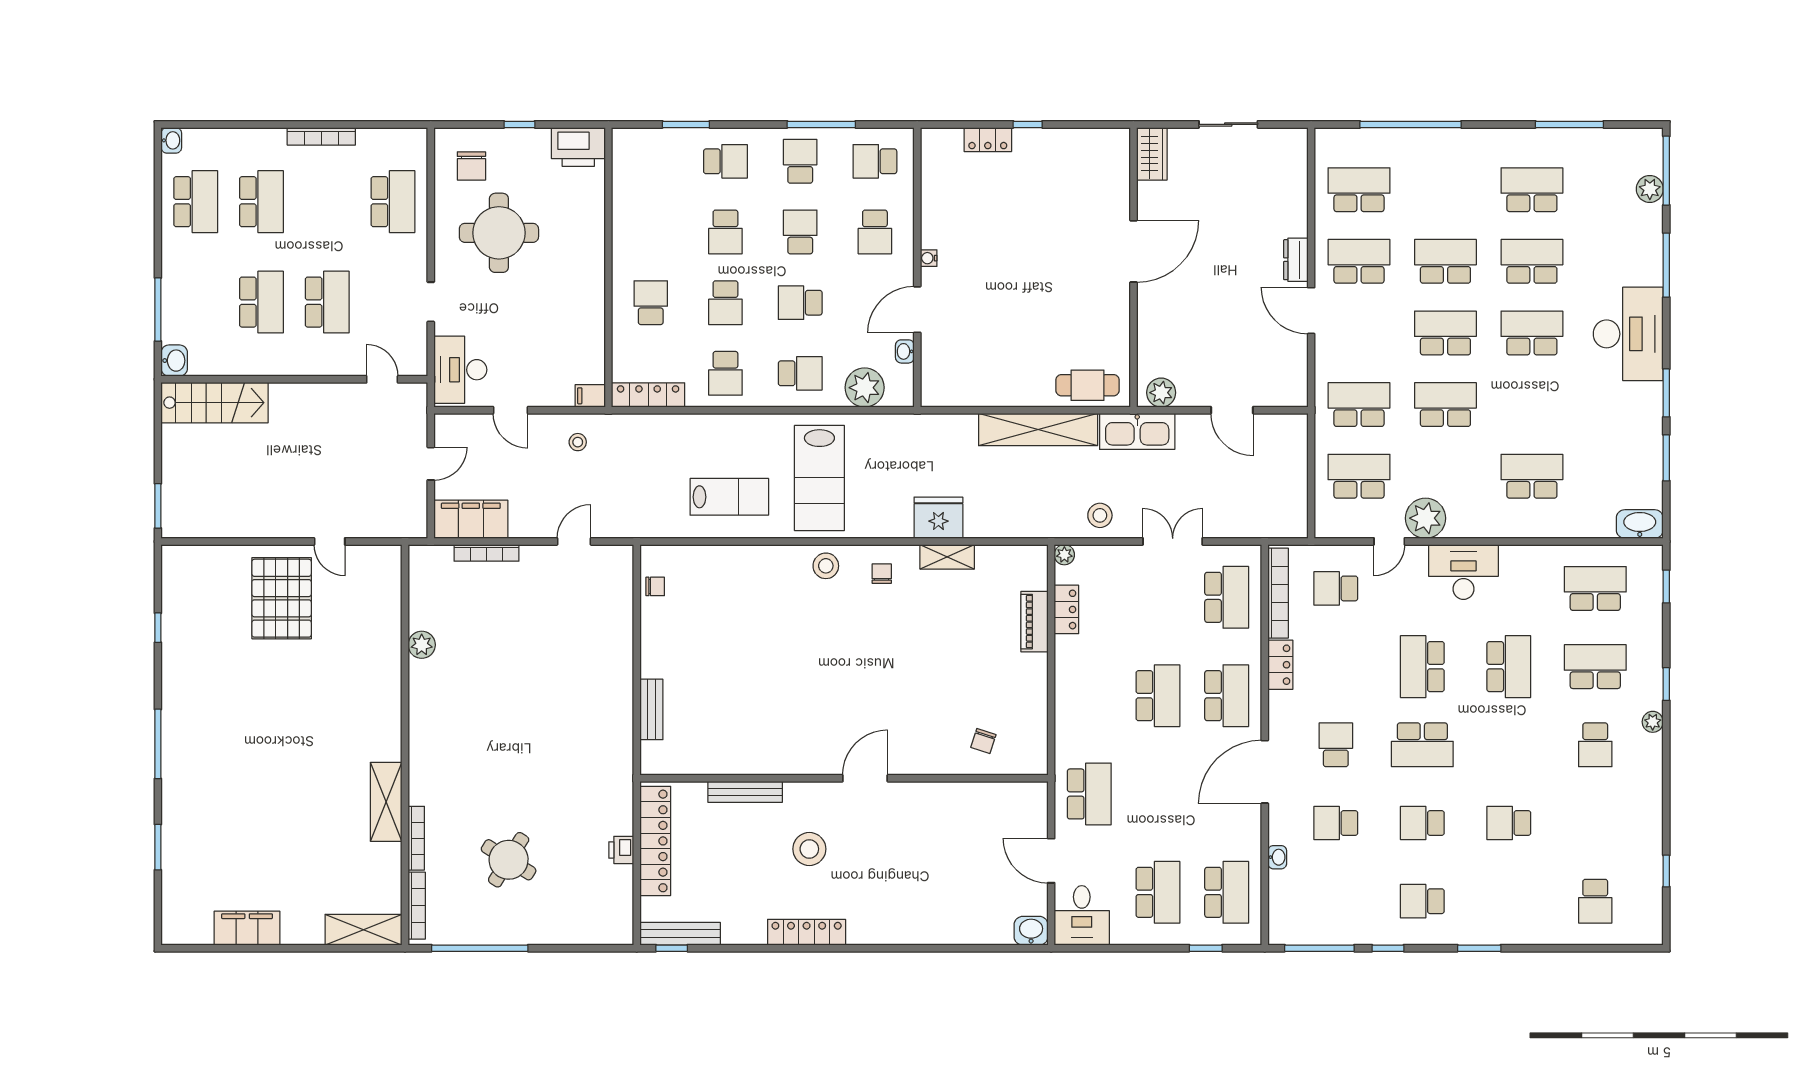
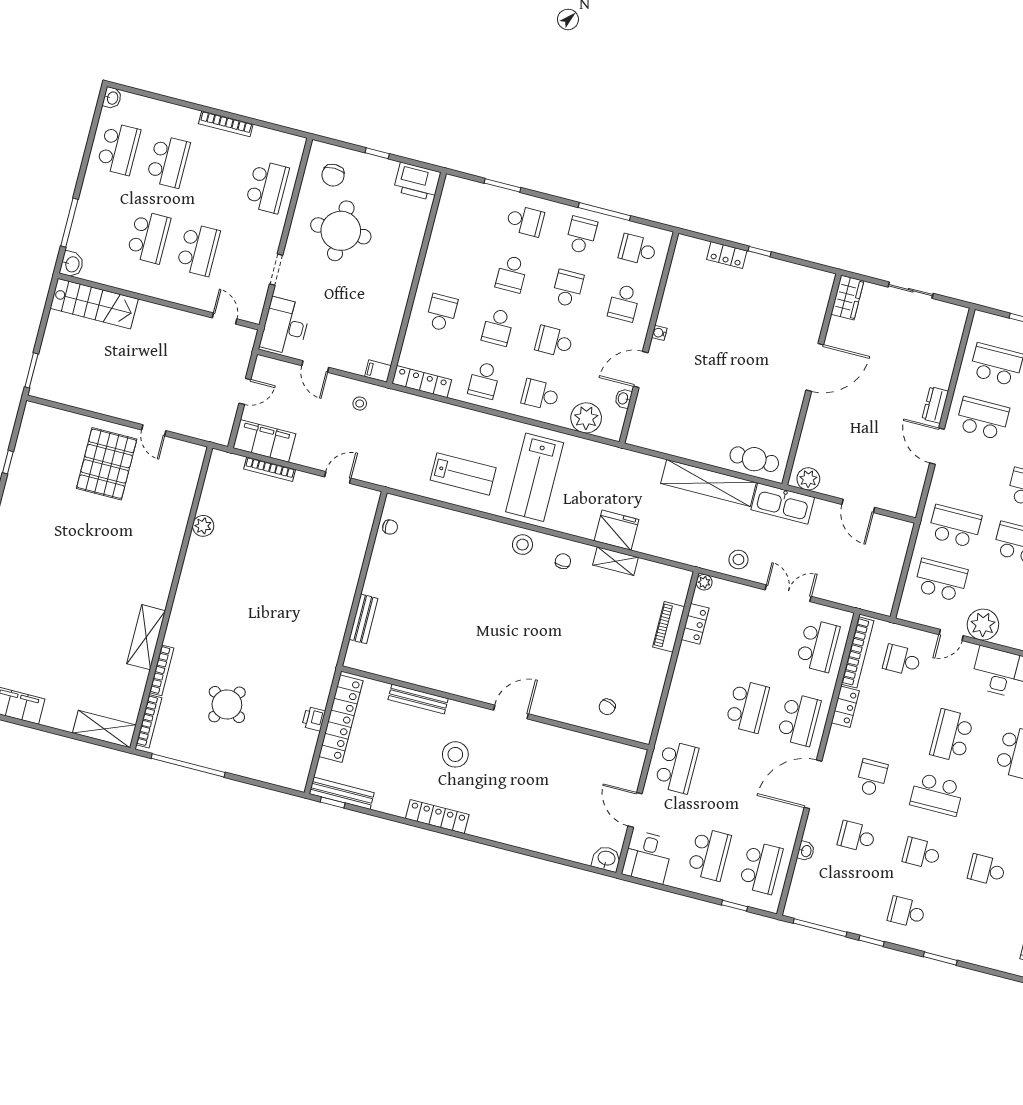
school desk: (800, 373) -> (540, 395), turned 180

